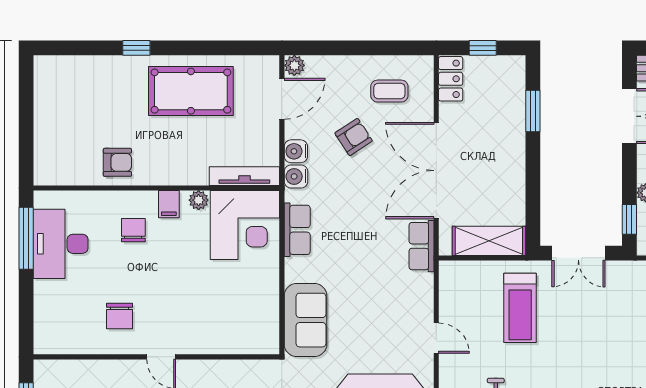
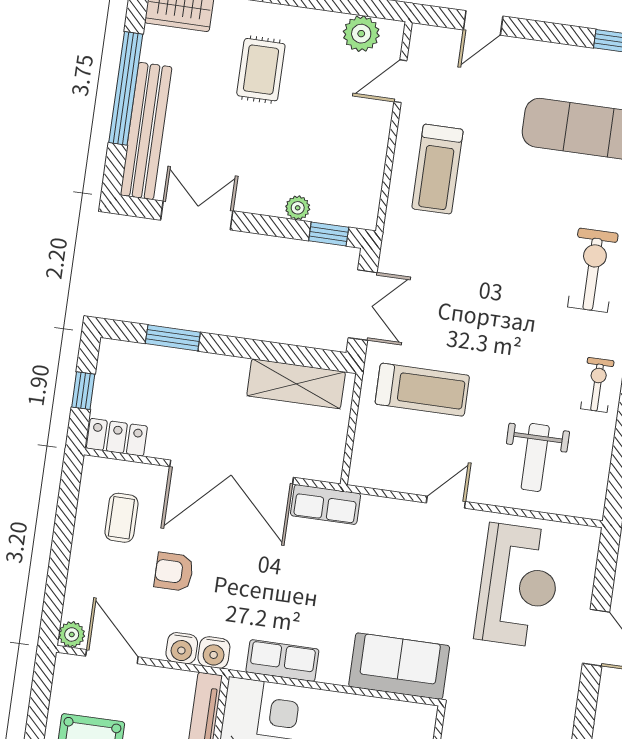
armchair: (354, 137) -> (174, 572), turned -57
shelving: (489, 241) -> (296, 384), moved, turned 90

